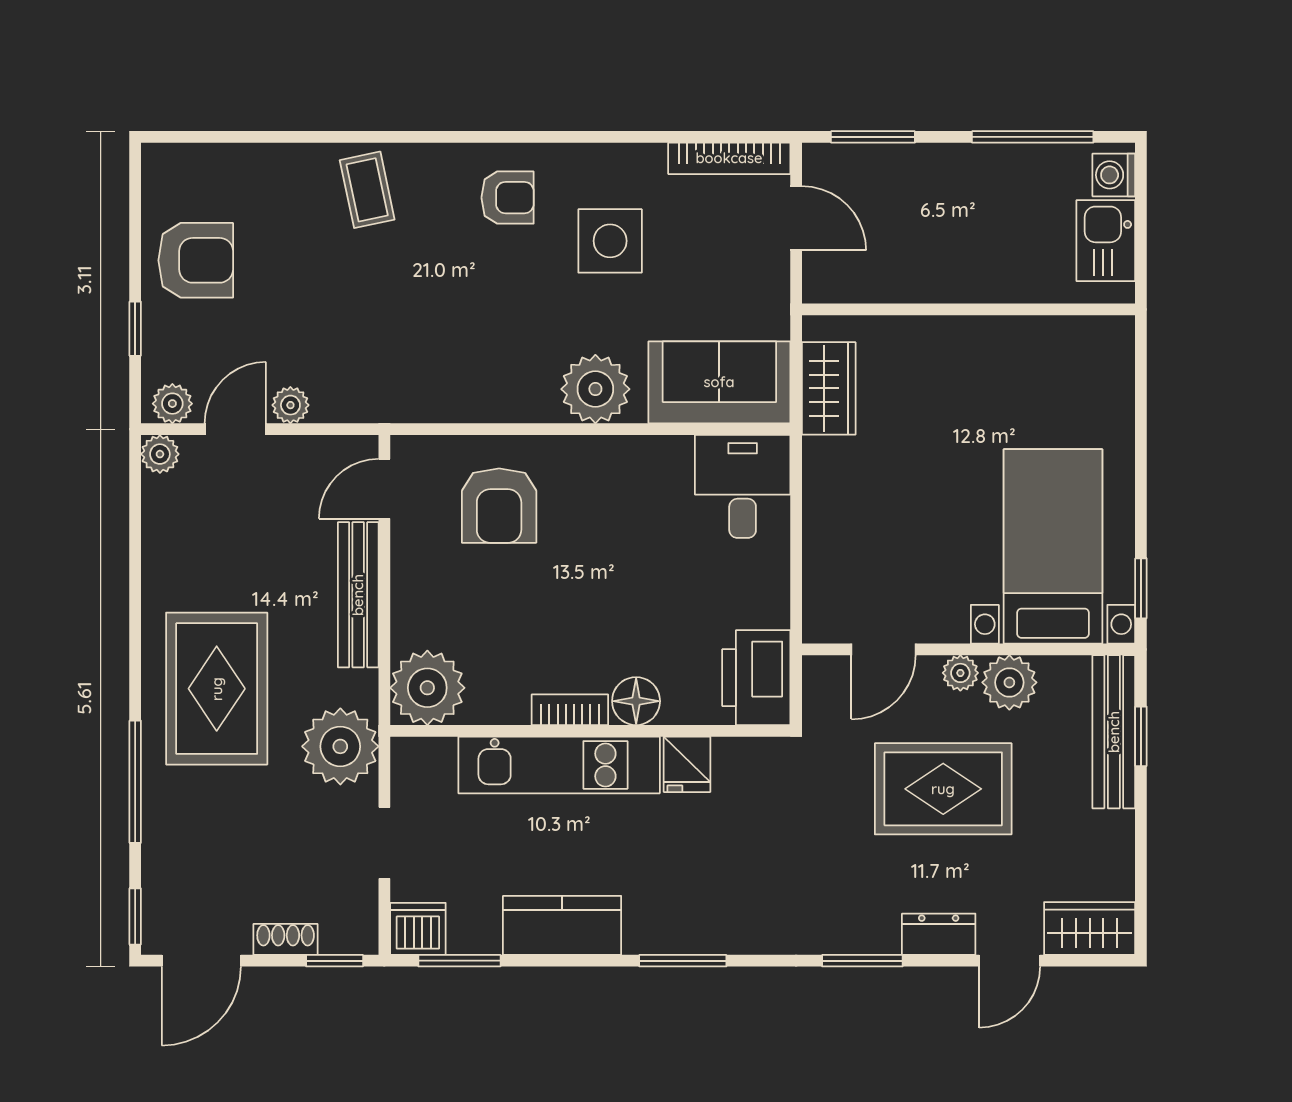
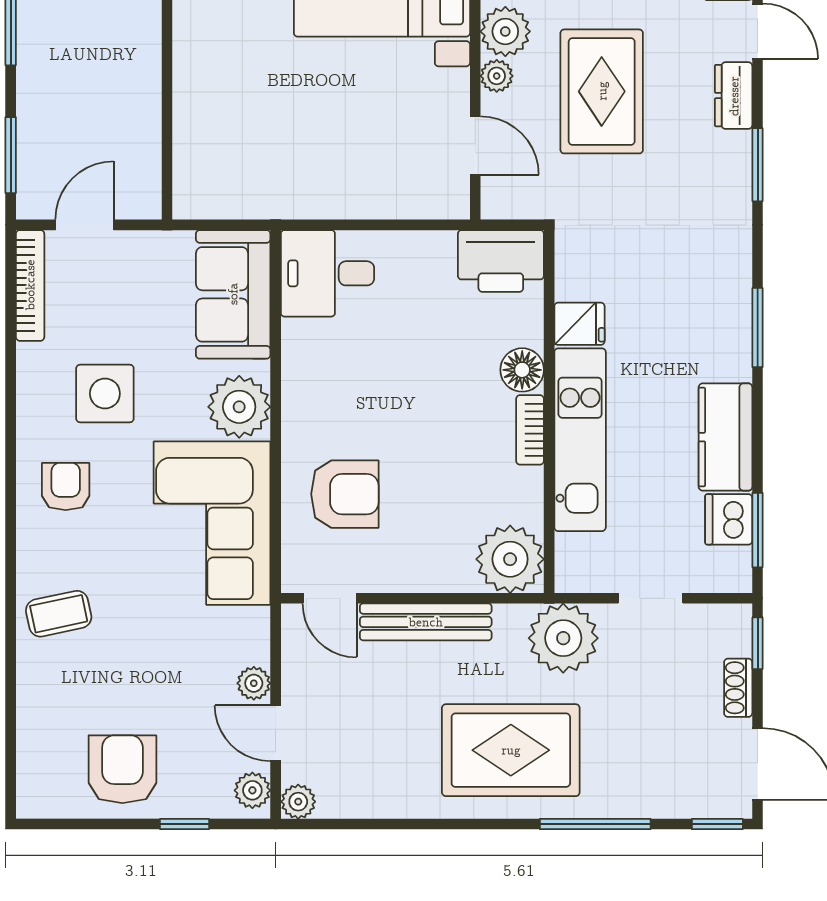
corner sofa: (467, 359) -> (212, 523), added
wardrobe: (829, 388) -> (239, 195), removed
dishwasher: (418, 929) -> (729, 519), moved

